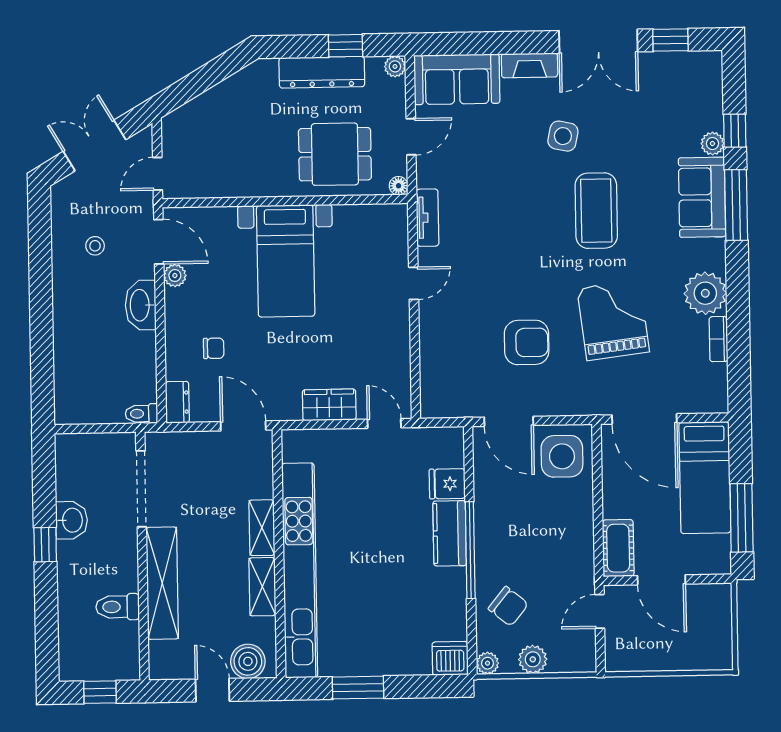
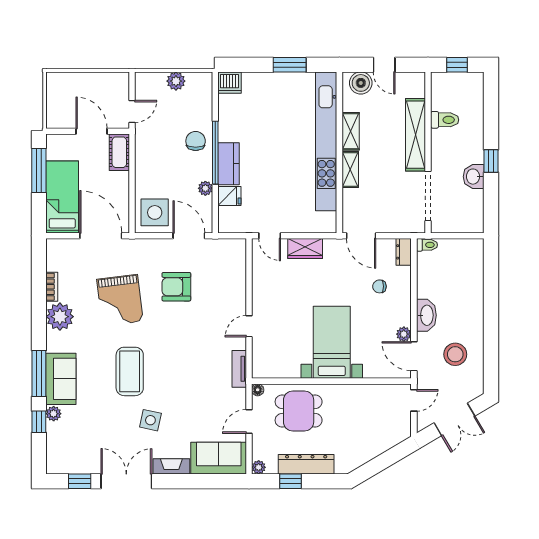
stool: (95, 246) -> (455, 354), width x1.89, depth x1.89
chair: (508, 606) -> (196, 141), moved, turned 51
plant: (487, 663) -> (205, 188), moved

